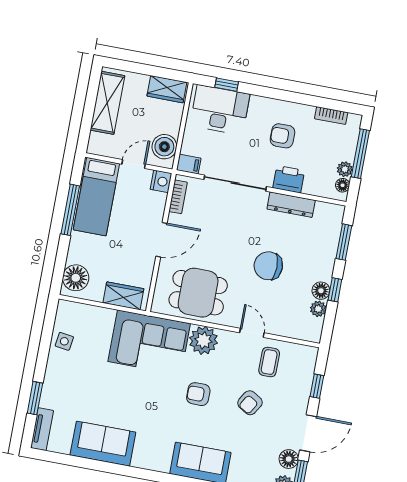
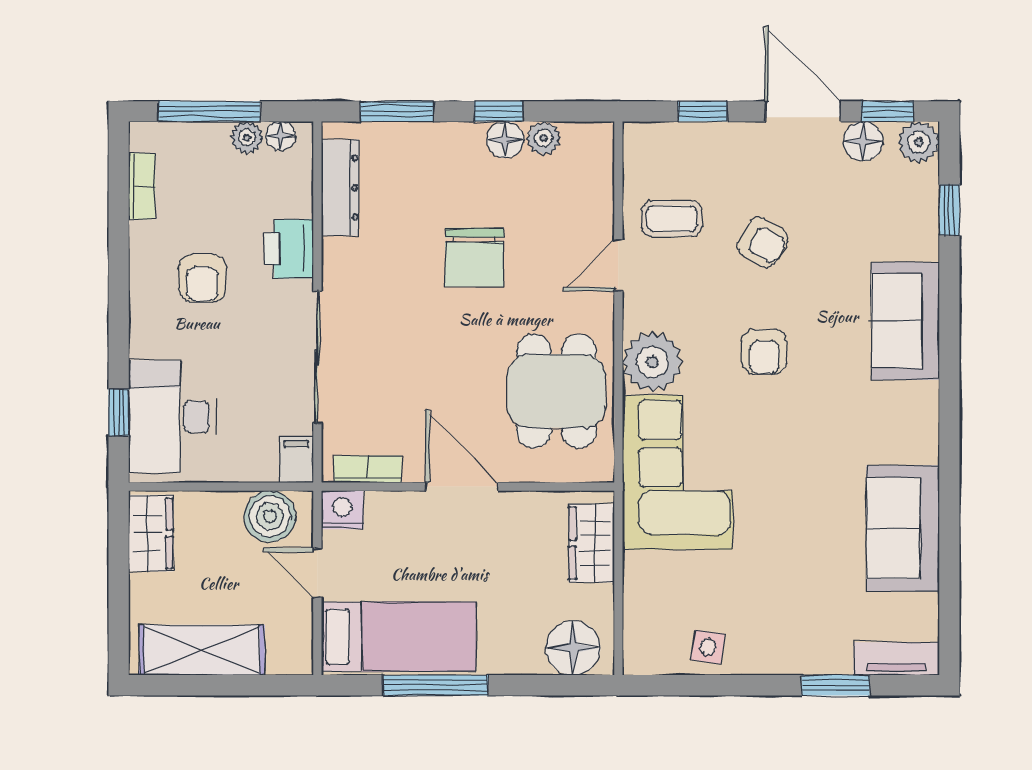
dresser: (291, 205) -> (340, 188), moved

